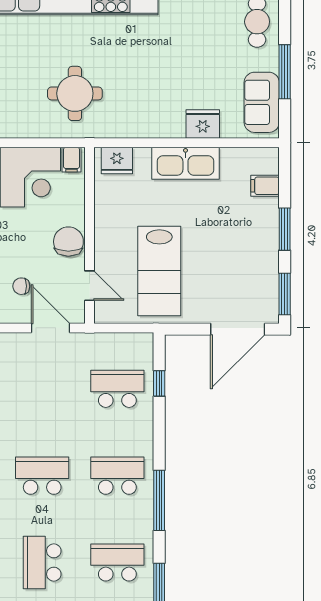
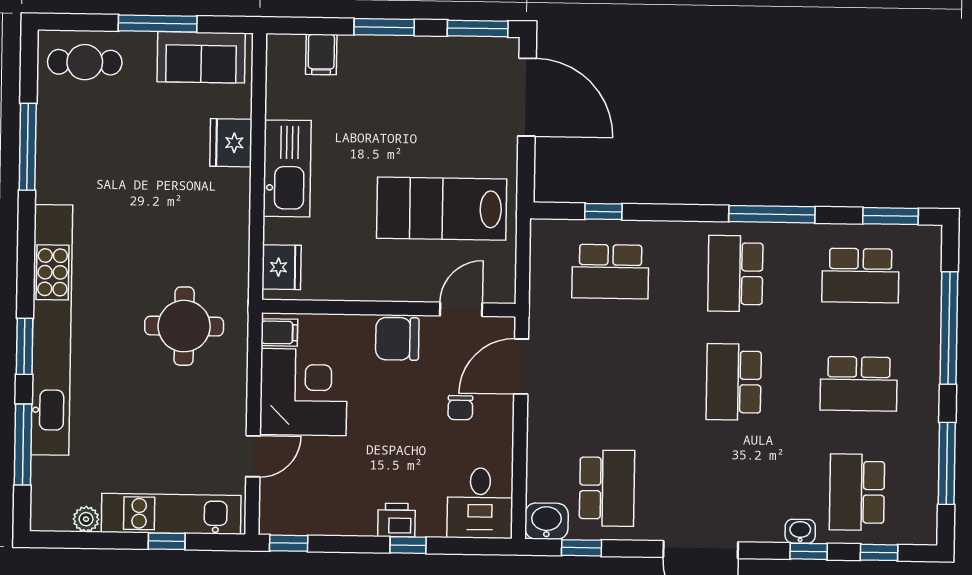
lab bench: (159, 271) -> (442, 209), turned 180
school desk: (117, 389) -> (610, 272), turned -90
school desk: (117, 562) -> (860, 276), turned -90

